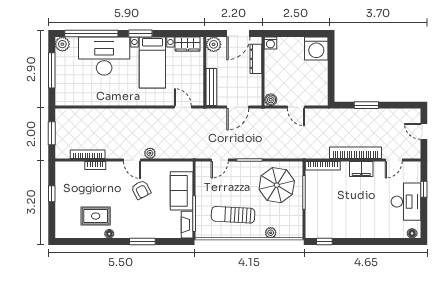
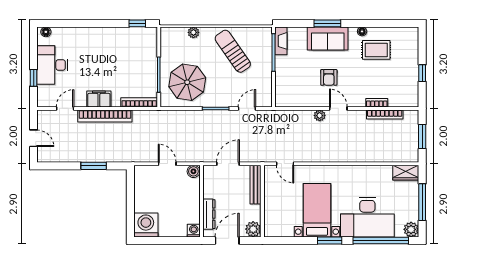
wardrobe: (188, 44) -> (406, 173), moved, turned 180
armchair: (141, 190) -> (329, 77), turned -152
sofa: (182, 191) -> (328, 38), moved, turned 90
sun lounger: (233, 215) -> (233, 51), turned -128

